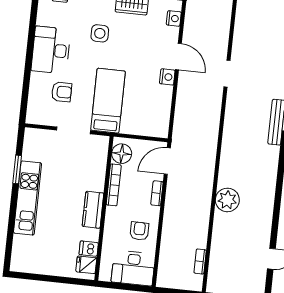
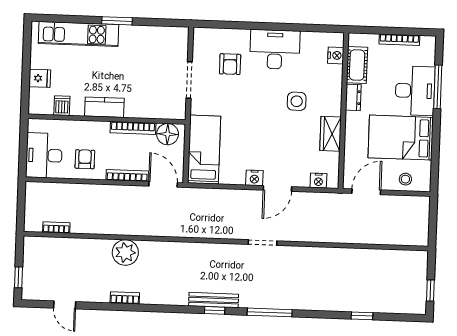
bed: (108, 101) -> (204, 150), moved, turned -90
window: (17, 169) -> (117, 21), moved
bookcase: (157, 193) -> (127, 176), width x1.56
kitchen unit: (28, 198) -> (78, 34), moved
bookcase: (269, 203) -> (125, 298), added
armchair: (139, 231) -> (85, 159), turned -90
fridge: (86, 265) -> (40, 78), moved, turned 90

